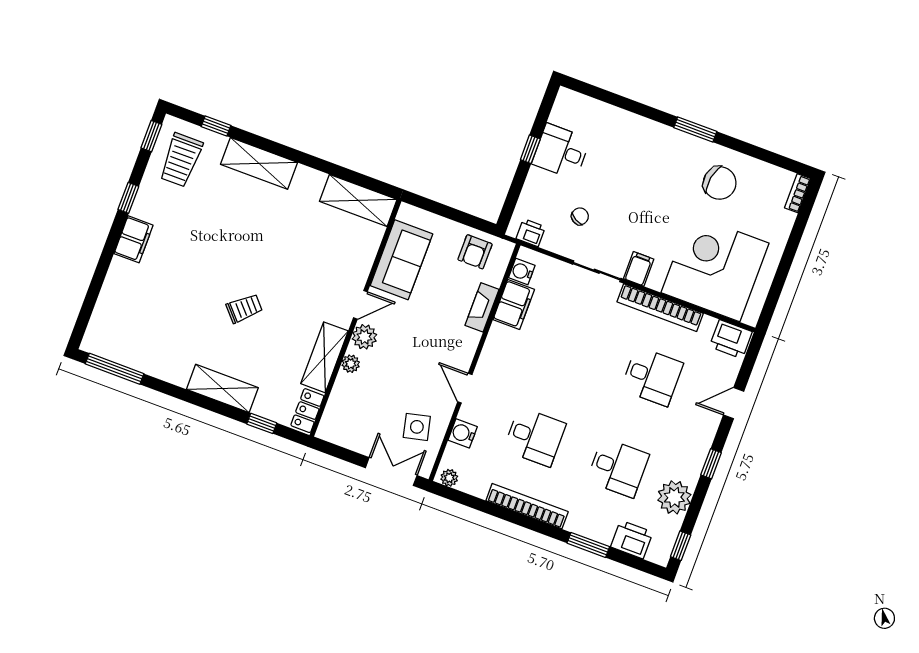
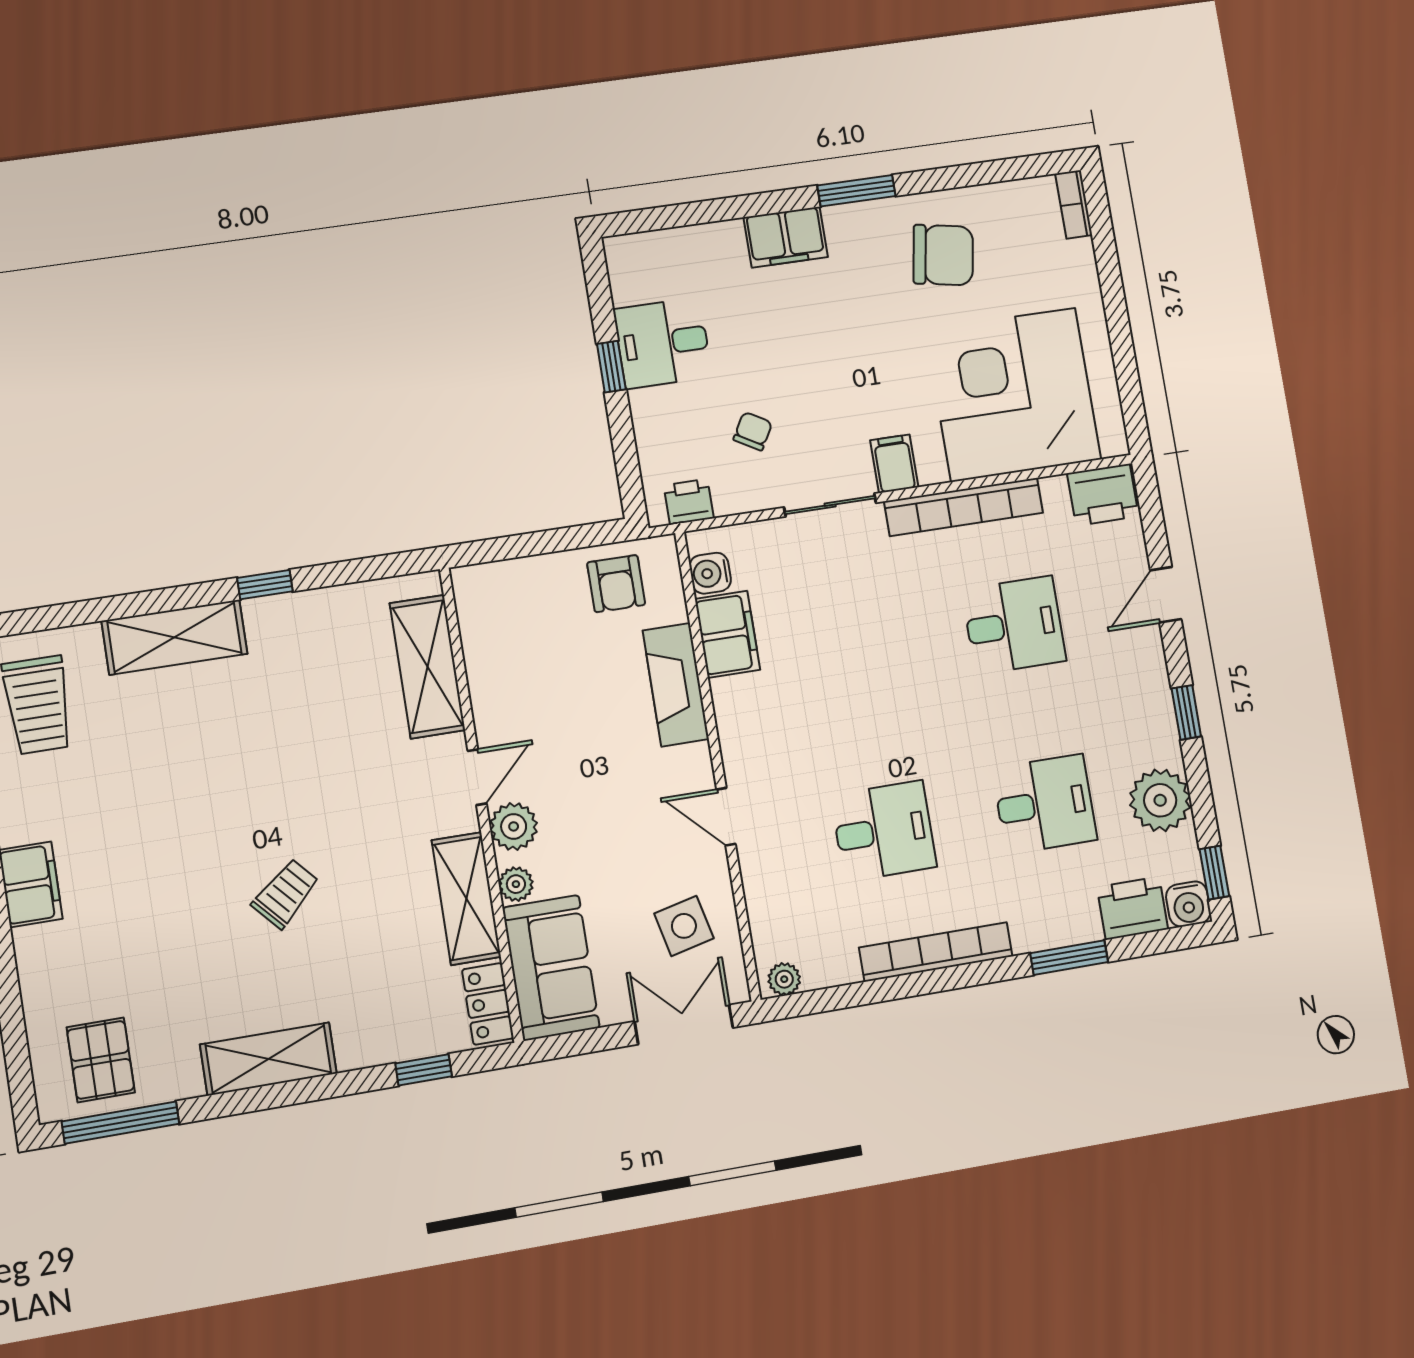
window: (216, 126) -> (265, 585), moved
filing cabinet: (648, 133) -> (786, 237), added
shelving: (358, 200) -> (427, 667), moved, turned 90
sofa: (401, 260) -> (551, 968), moved
fireplace: (482, 307) -> (676, 685), width x1.37, depth x1.32
pallet: (121, 336) -> (101, 1060), added
shelving: (222, 388) -> (268, 1059), moved
water cooler: (463, 433) -> (1188, 904), moved, turned -90

